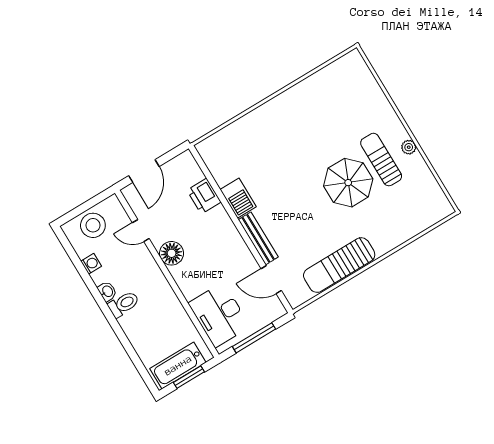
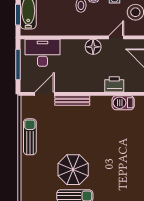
barbecue: (238, 198) -> (123, 103), moved
sun lounger: (339, 265) -> (30, 137), width x0.73, depth x0.75

